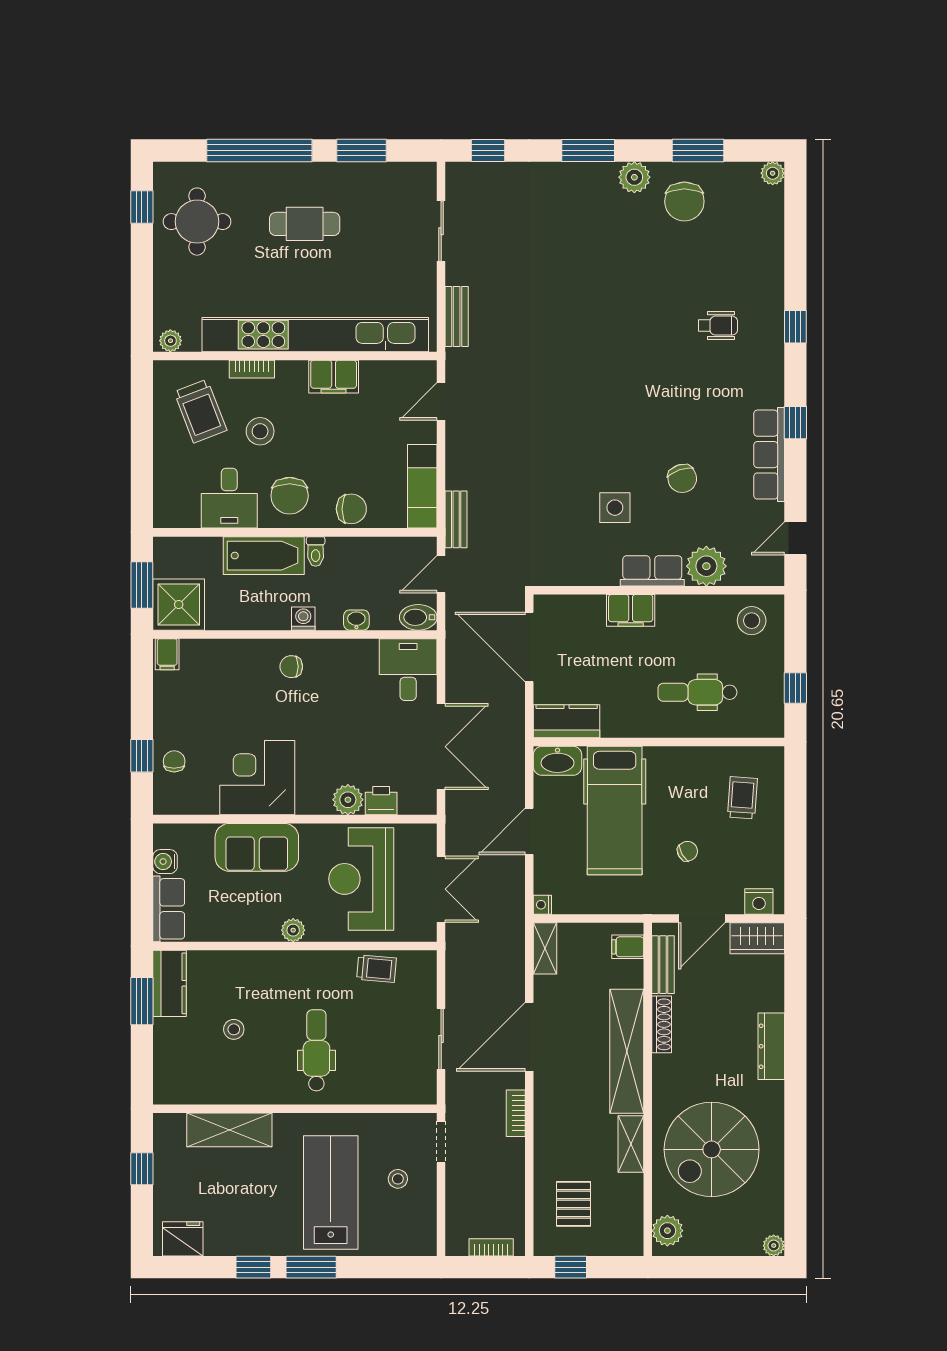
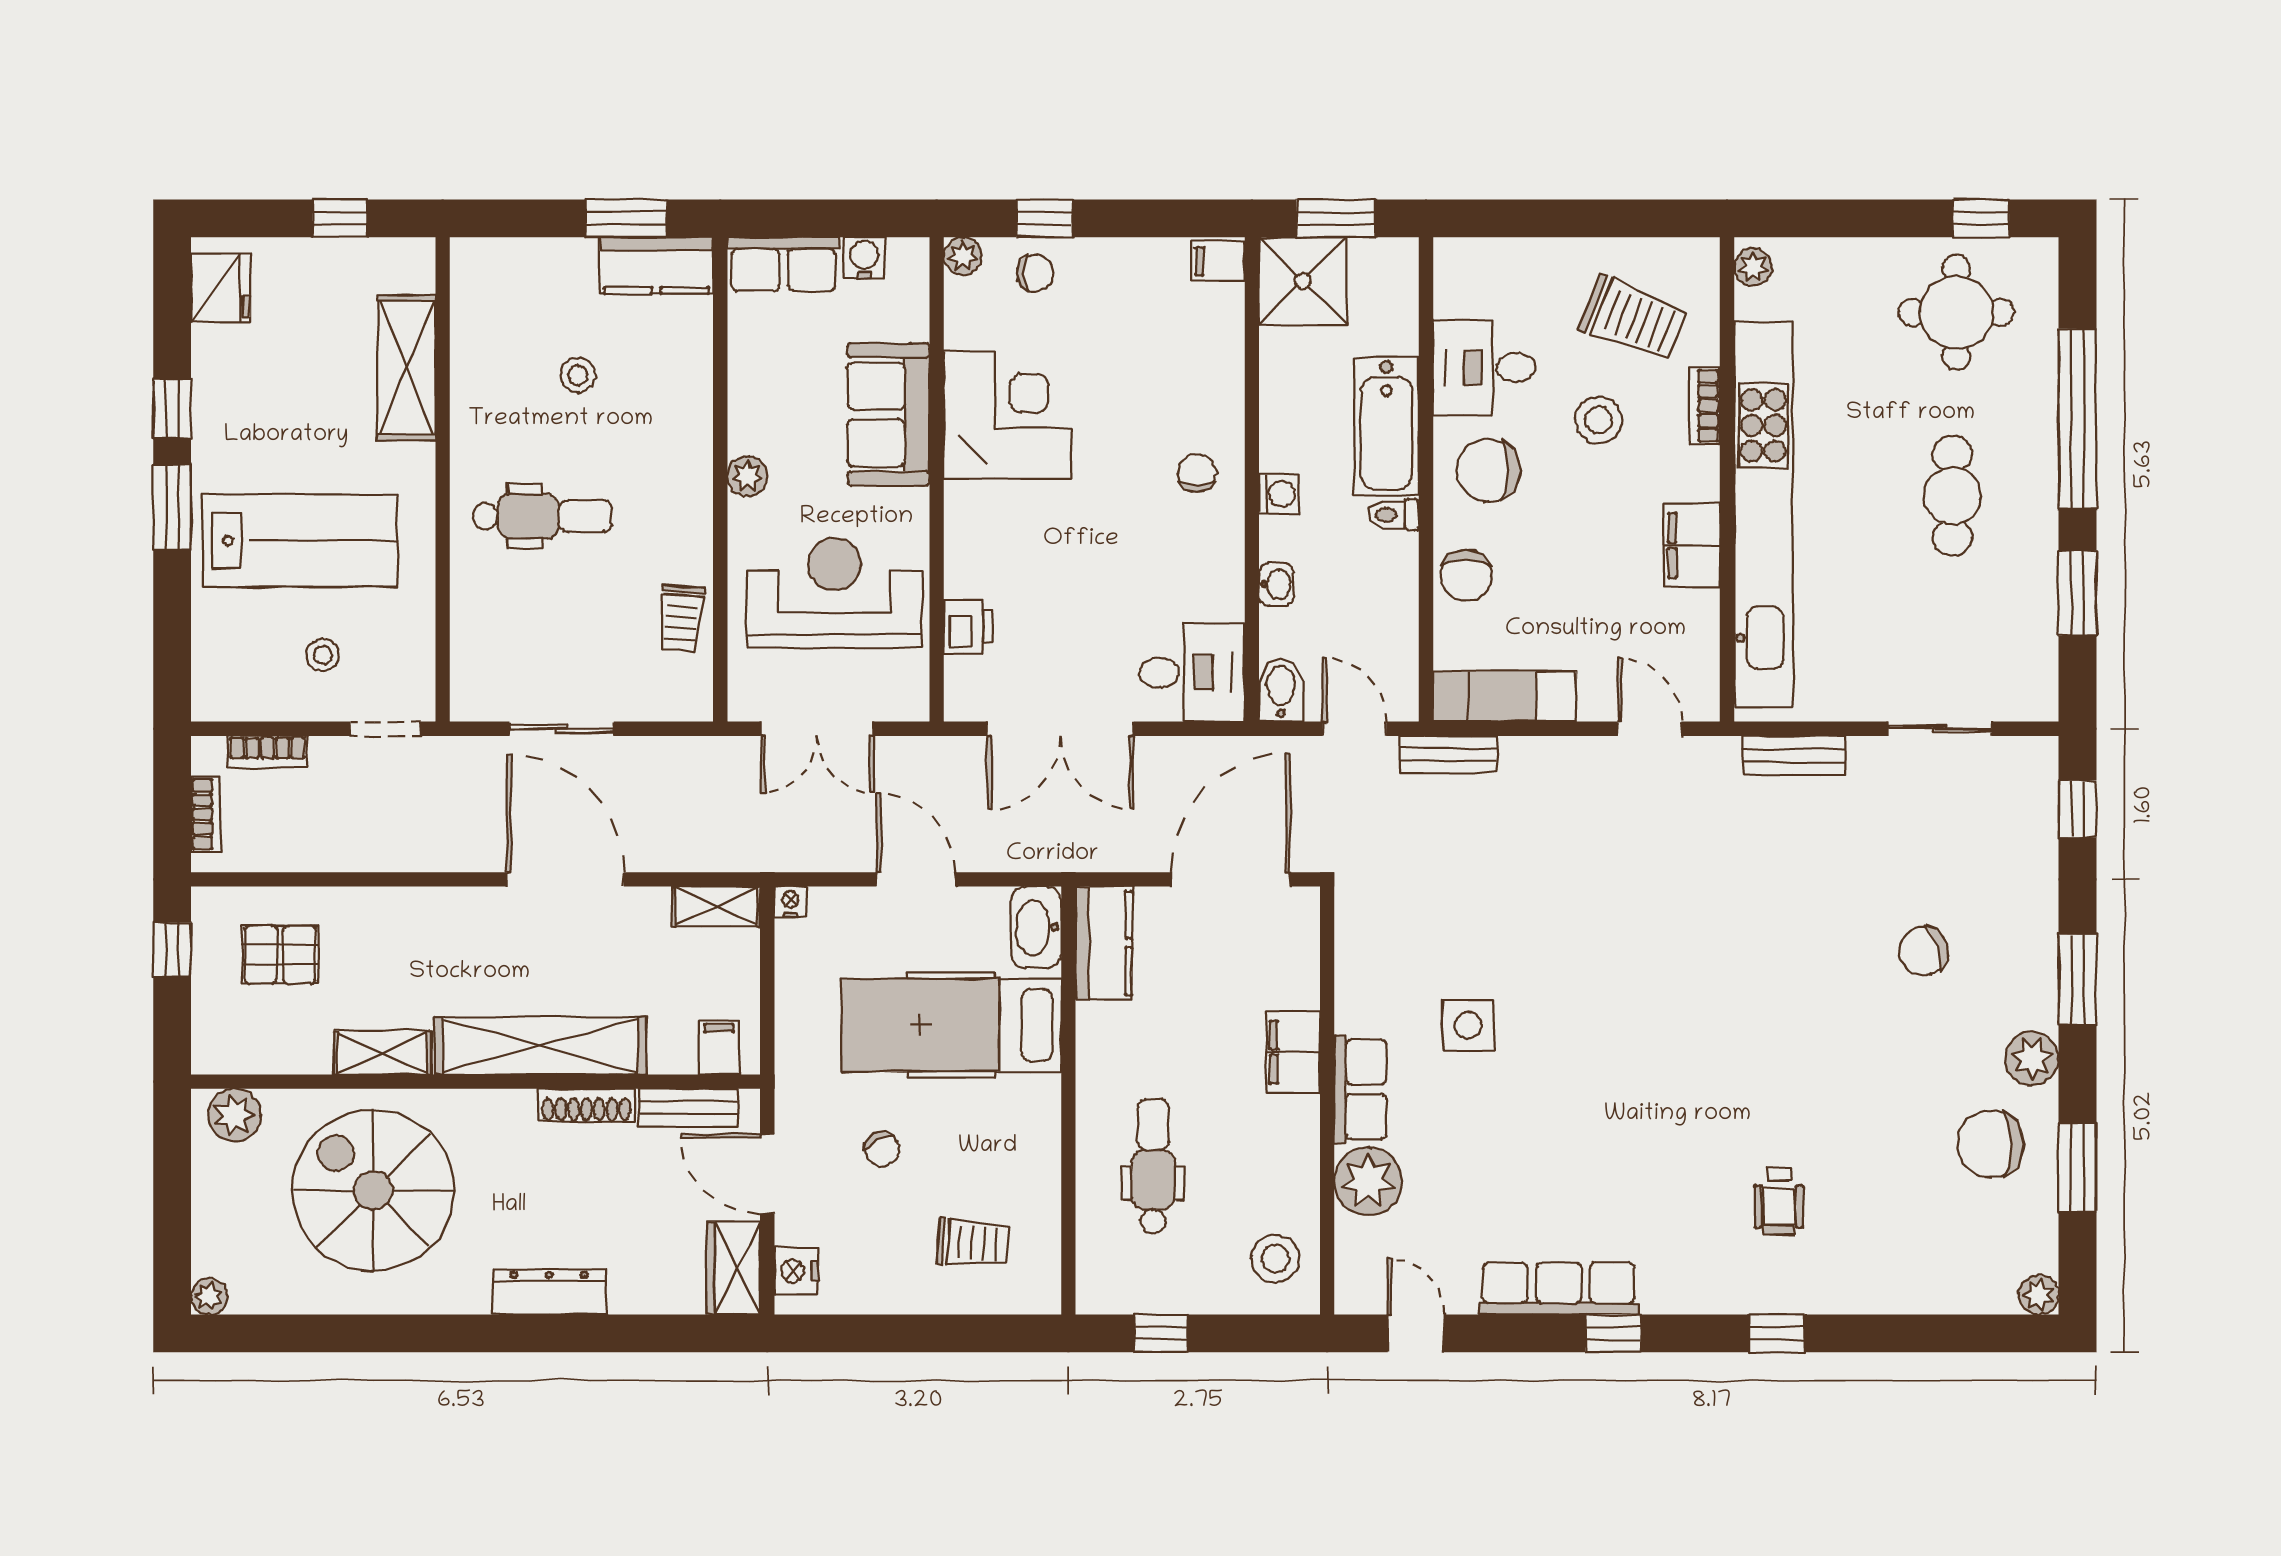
trolley: (200, 411) -> (1633, 318), turned -138
chair: (682, 478) -> (1923, 951), moved
plant: (348, 800) -> (963, 256), moved, width x0.73, depth x0.73
bookcase: (516, 1113) -> (267, 752), moved, turned 180

